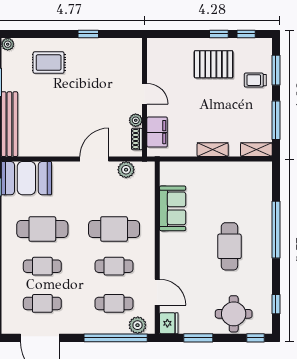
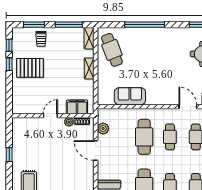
pallet: (214, 64) -> (30, 68), turned 90
cafe table: (229, 246) -> (112, 50), moved, turned 69
door: (157, 292) -> (188, 107), hinge flipped

